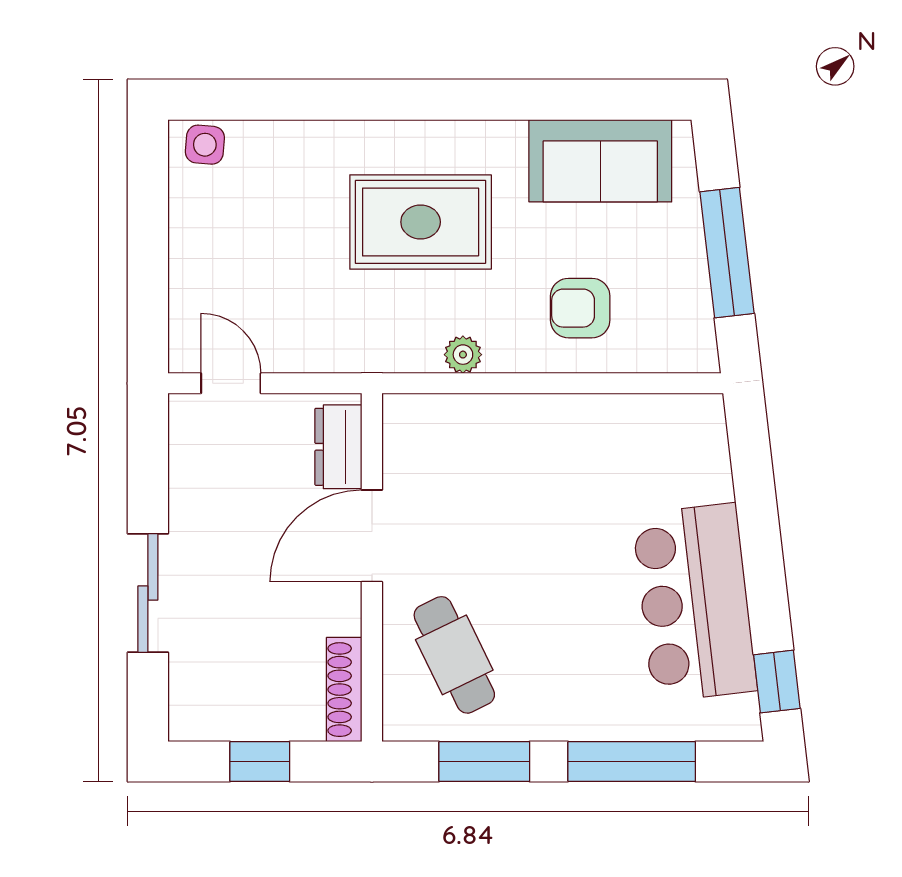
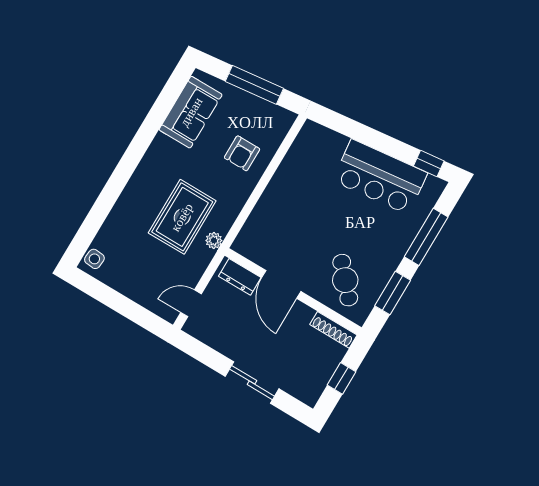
rug: (421, 222) -> (182, 217), moved
plant: (463, 355) -> (214, 240), moved
cafe table: (454, 655) -> (345, 280), turned 74

